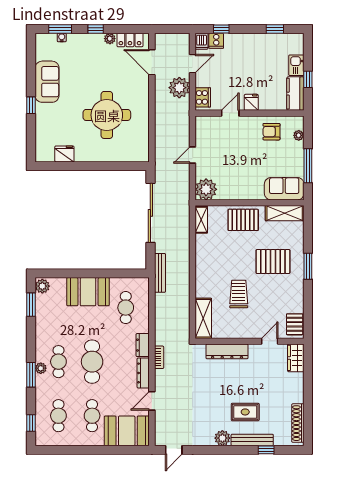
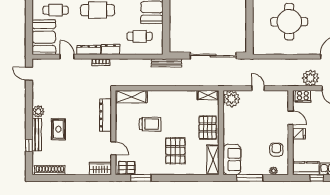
window: (308, 266) -> (141, 178), moved

